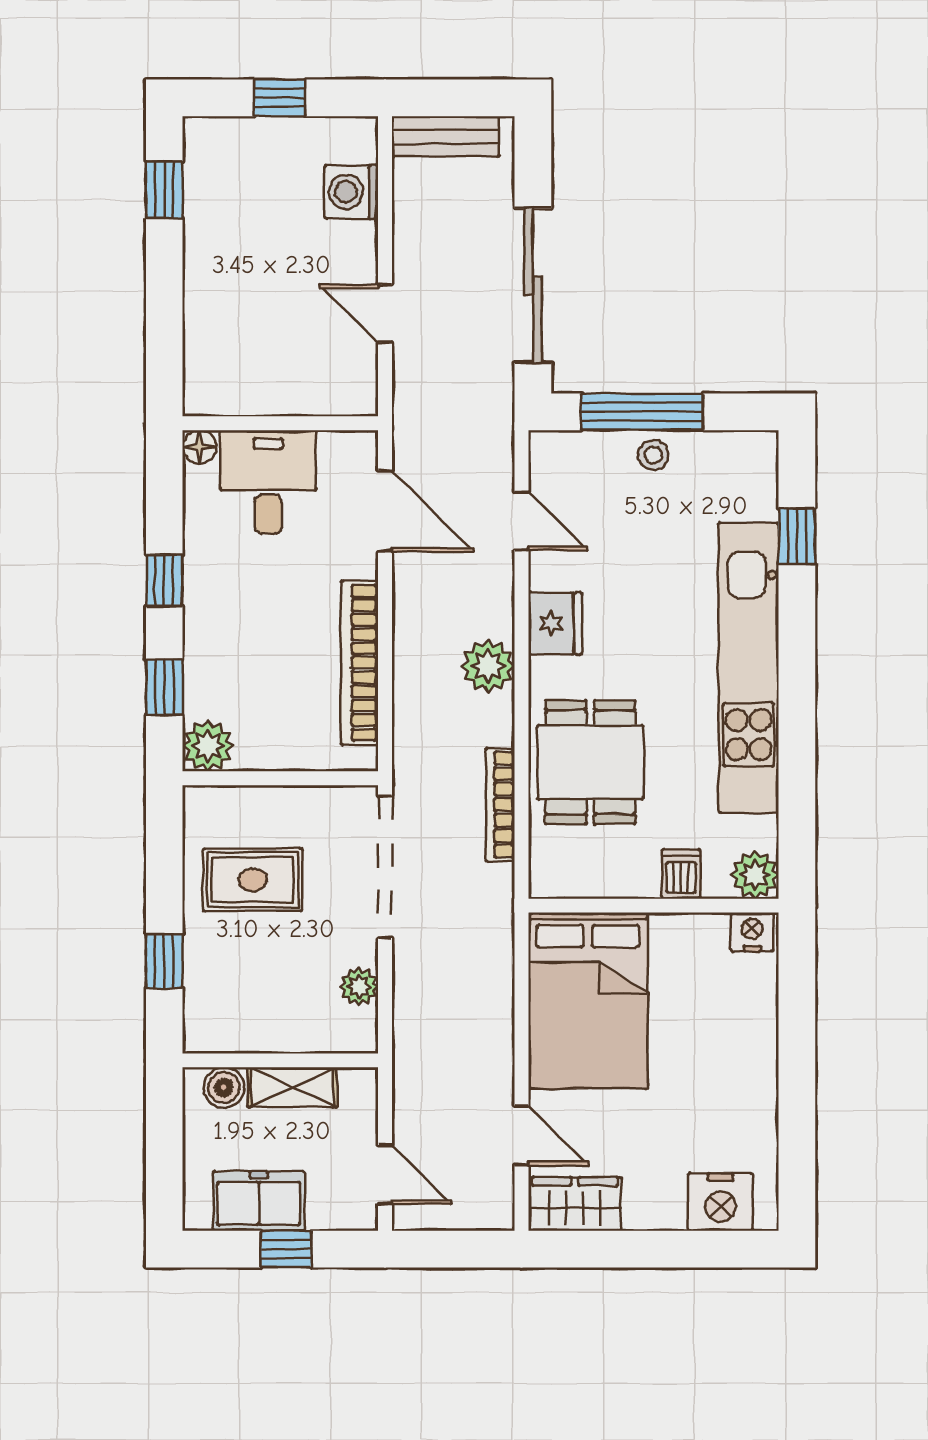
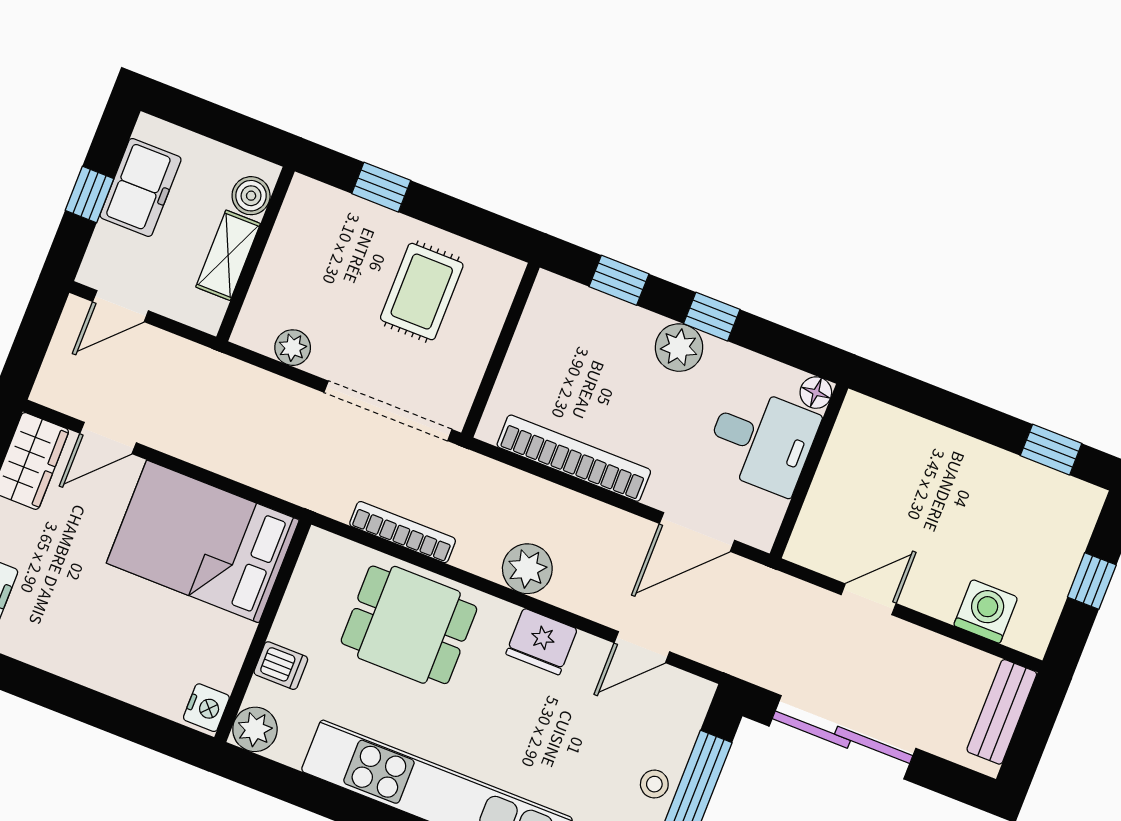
plant: (208, 746) -> (679, 348), moved

